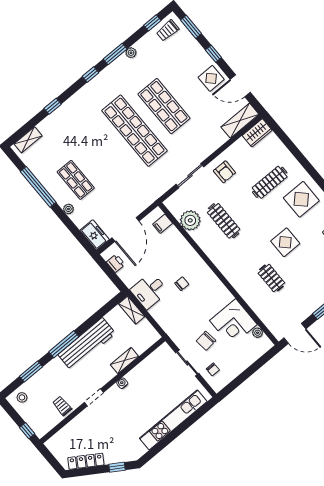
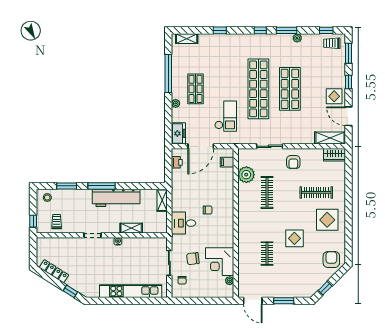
checkout: (125, 182) -> (226, 116), added
desk: (149, 291) -> (184, 223), moved
trolley: (62, 406) -> (57, 222), moved

